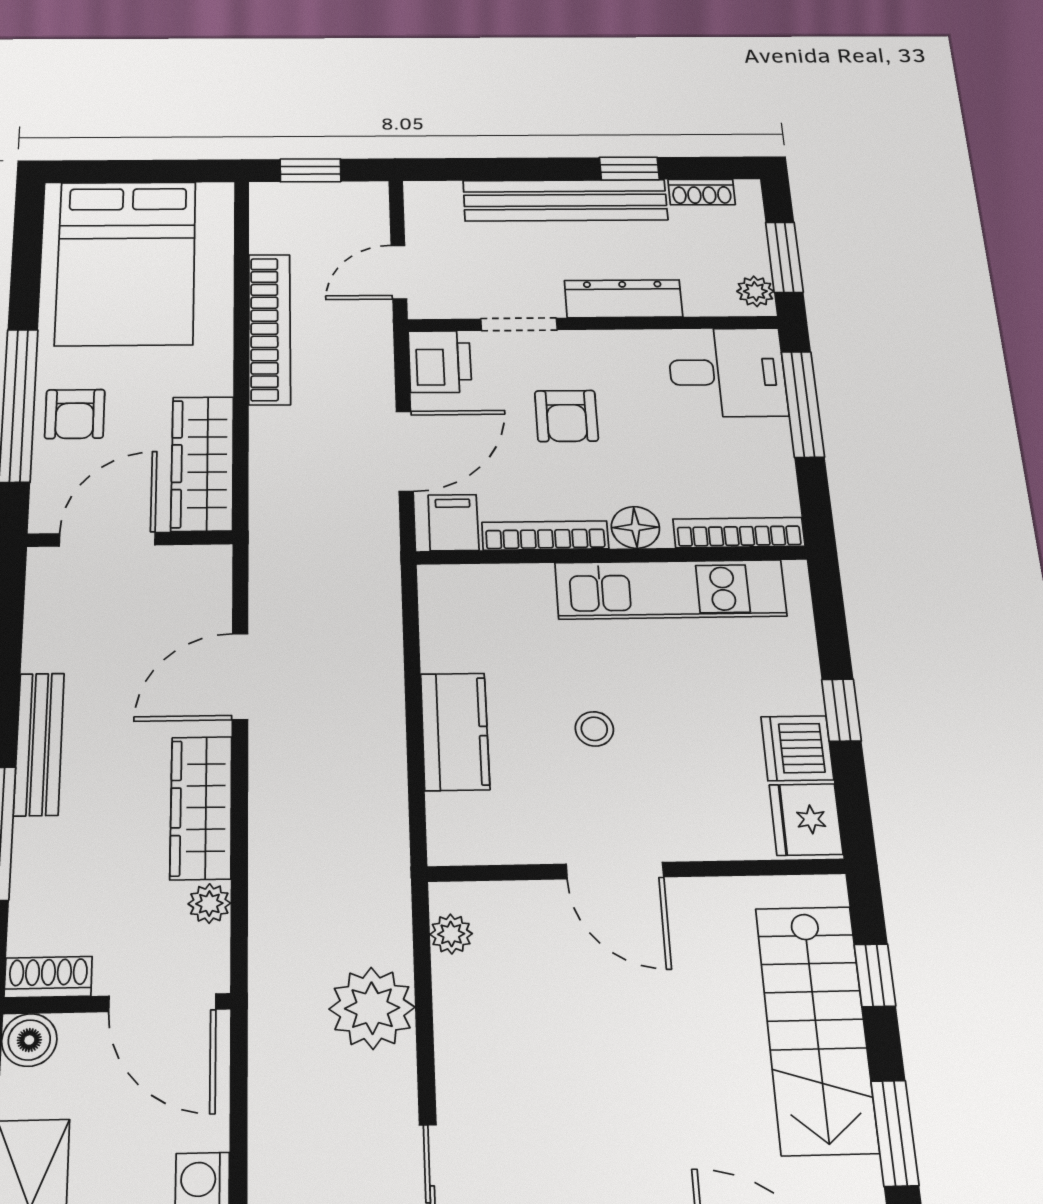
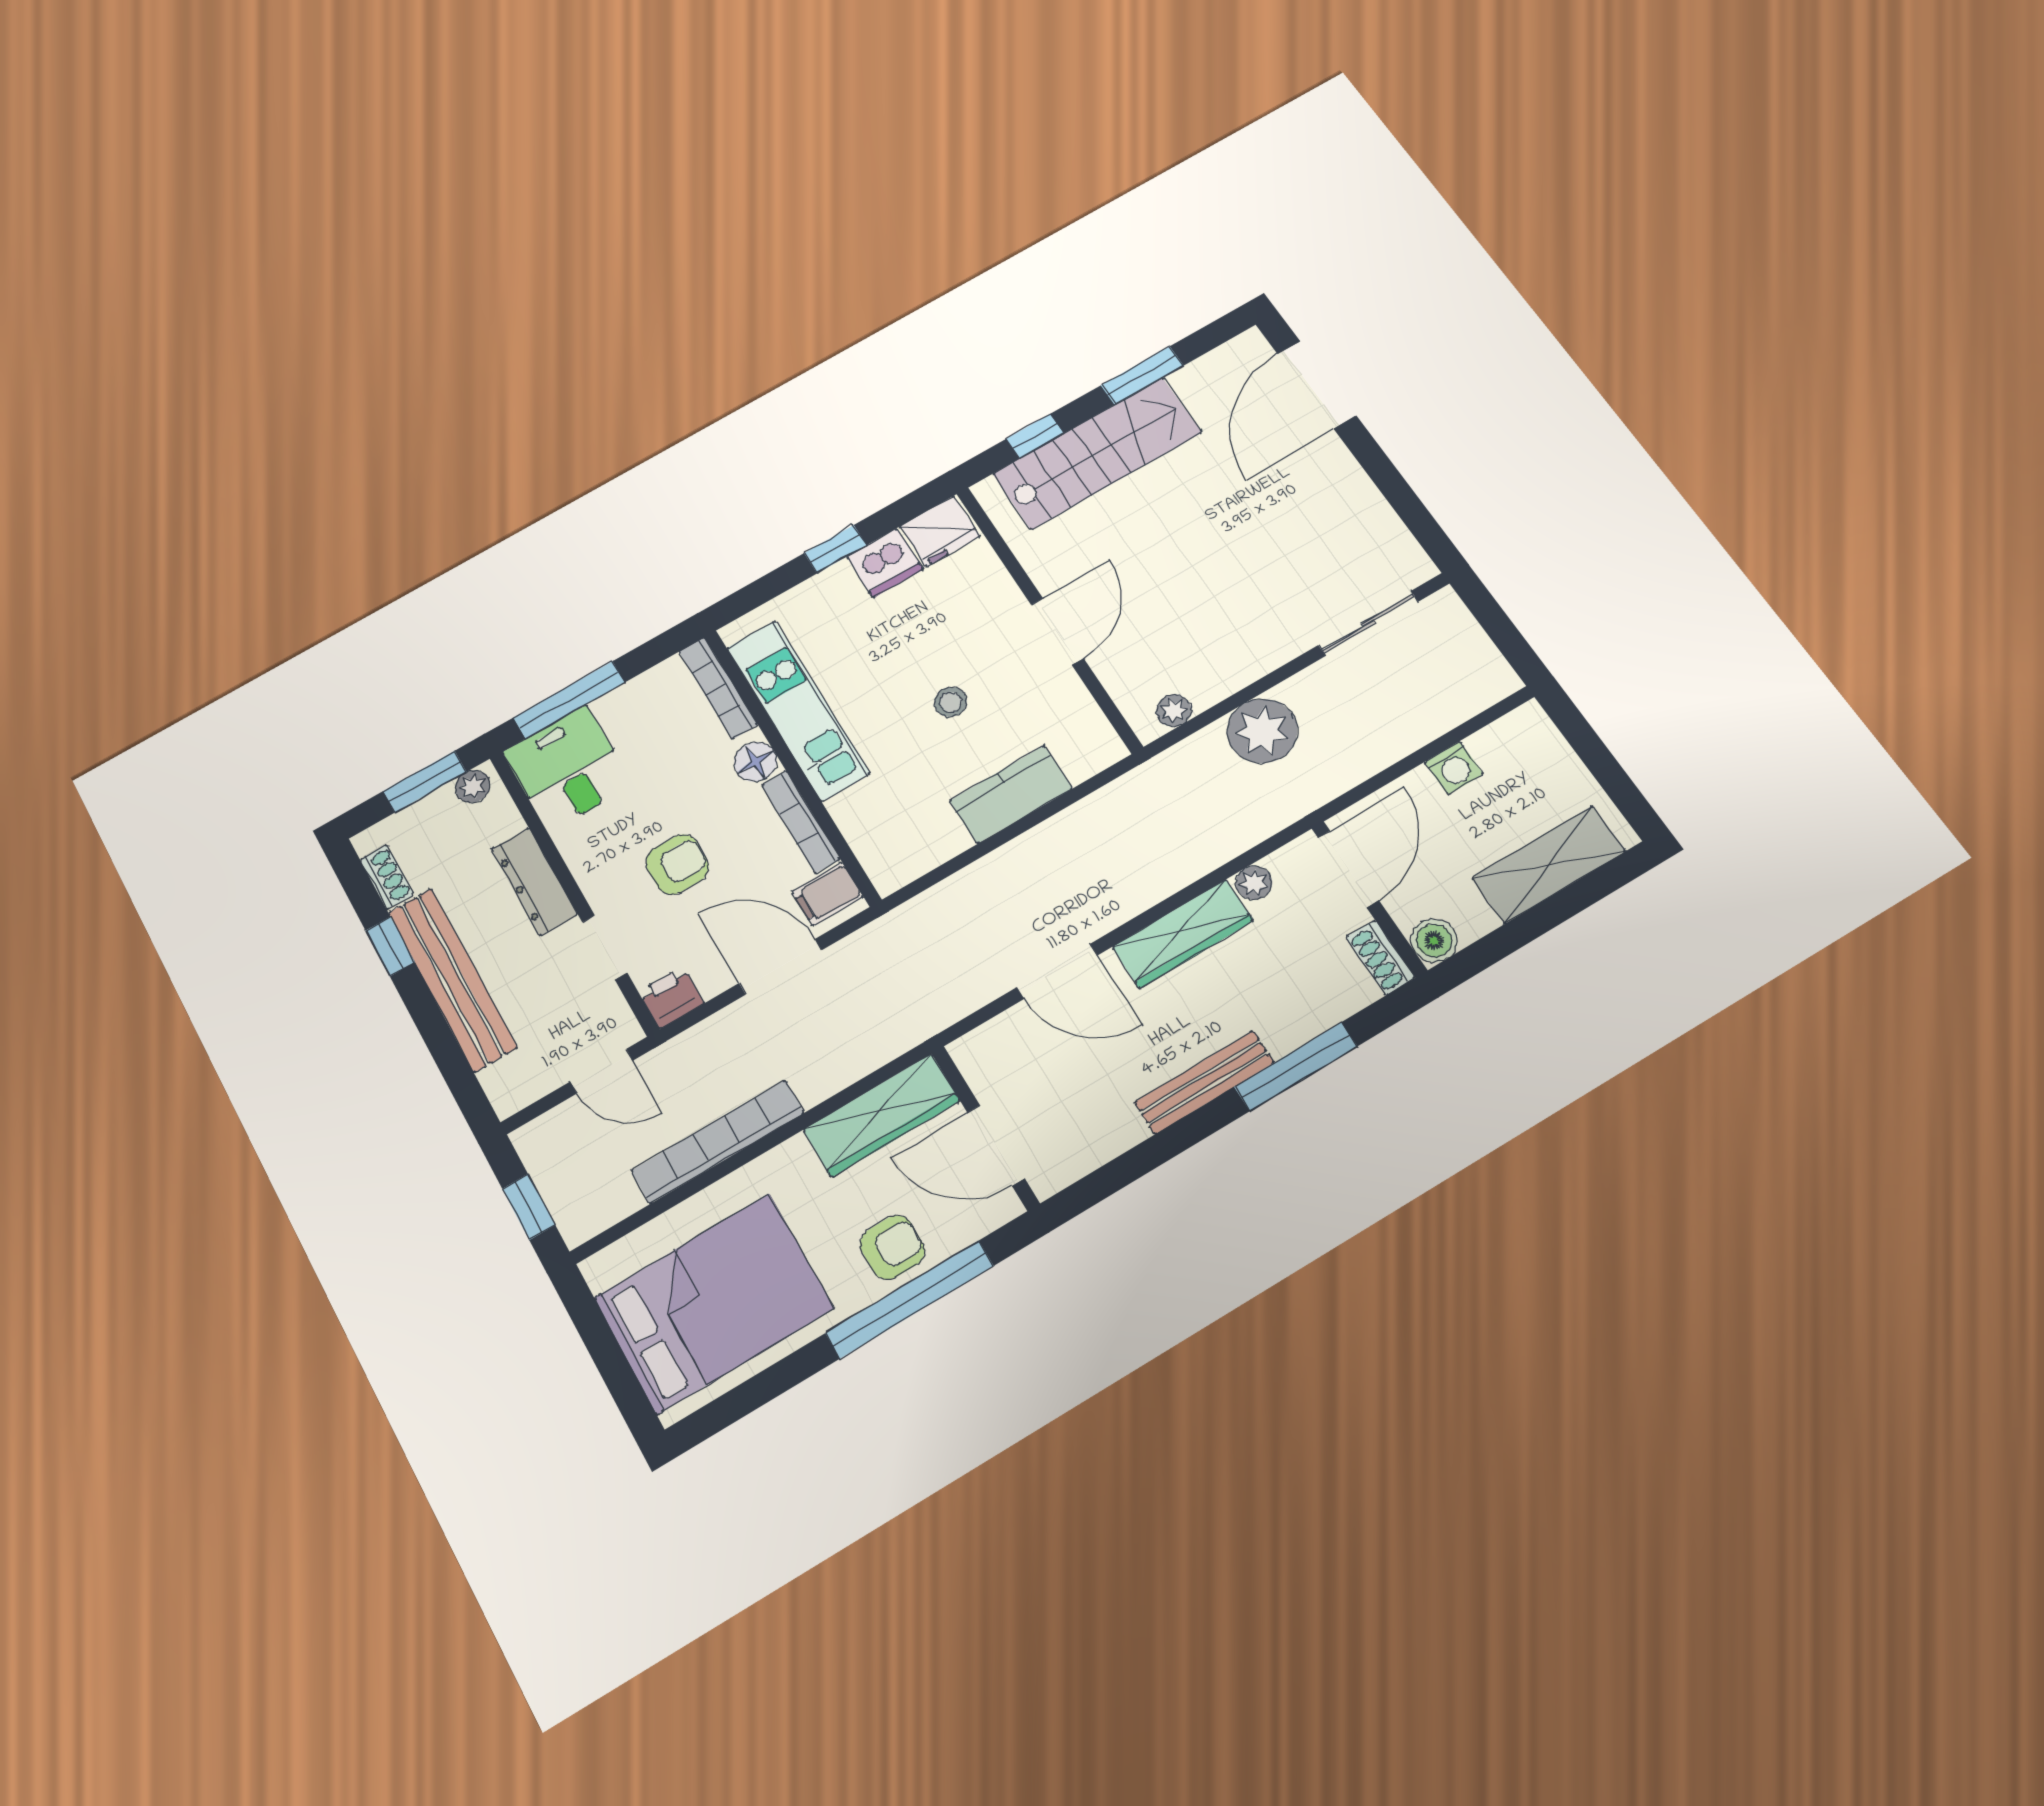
printer: (440, 362) -> (671, 997), width x0.73, depth x0.81

